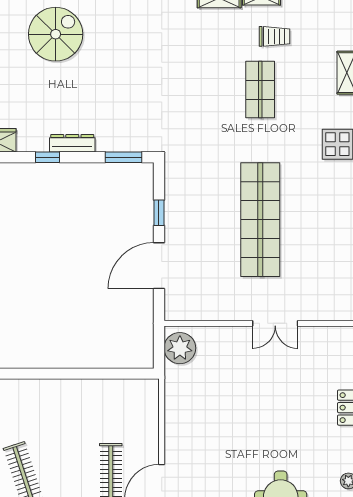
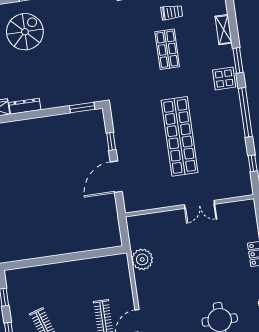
dresser: (72, 143) -> (25, 106), moved
window: (47, 157) -> (31, 115), removed
plant: (180, 348) -> (142, 259), moved

